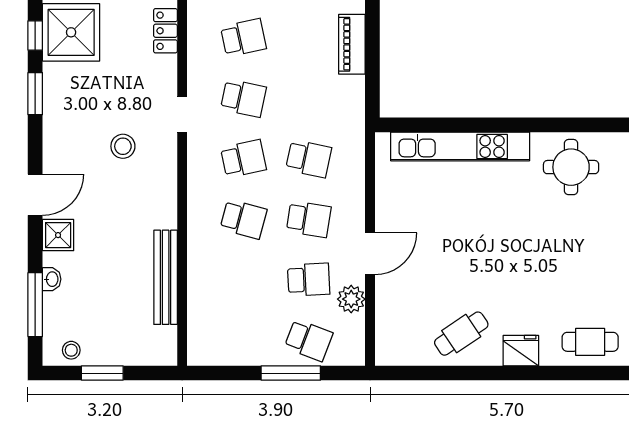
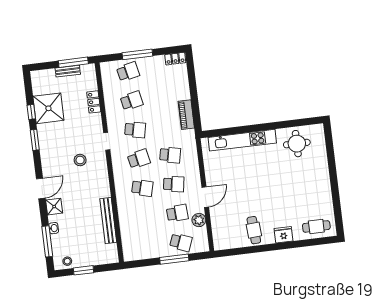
piano: (352, 44) -> (186, 115), moved
cafe table: (461, 334) -> (254, 230), turned -60

